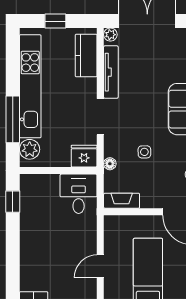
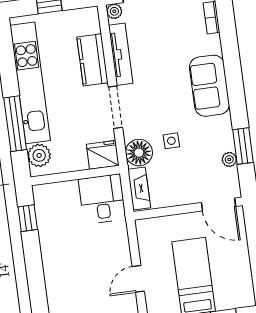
kitchen counter: (86, 56) -> (92, 60), moved
floor lamp: (110, 164) -> (139, 153), width x1.89, depth x1.89
fireplace: (122, 201) -> (139, 189), moved, turned 90

